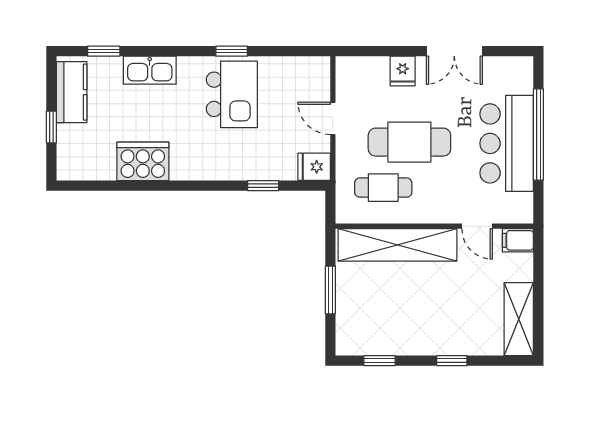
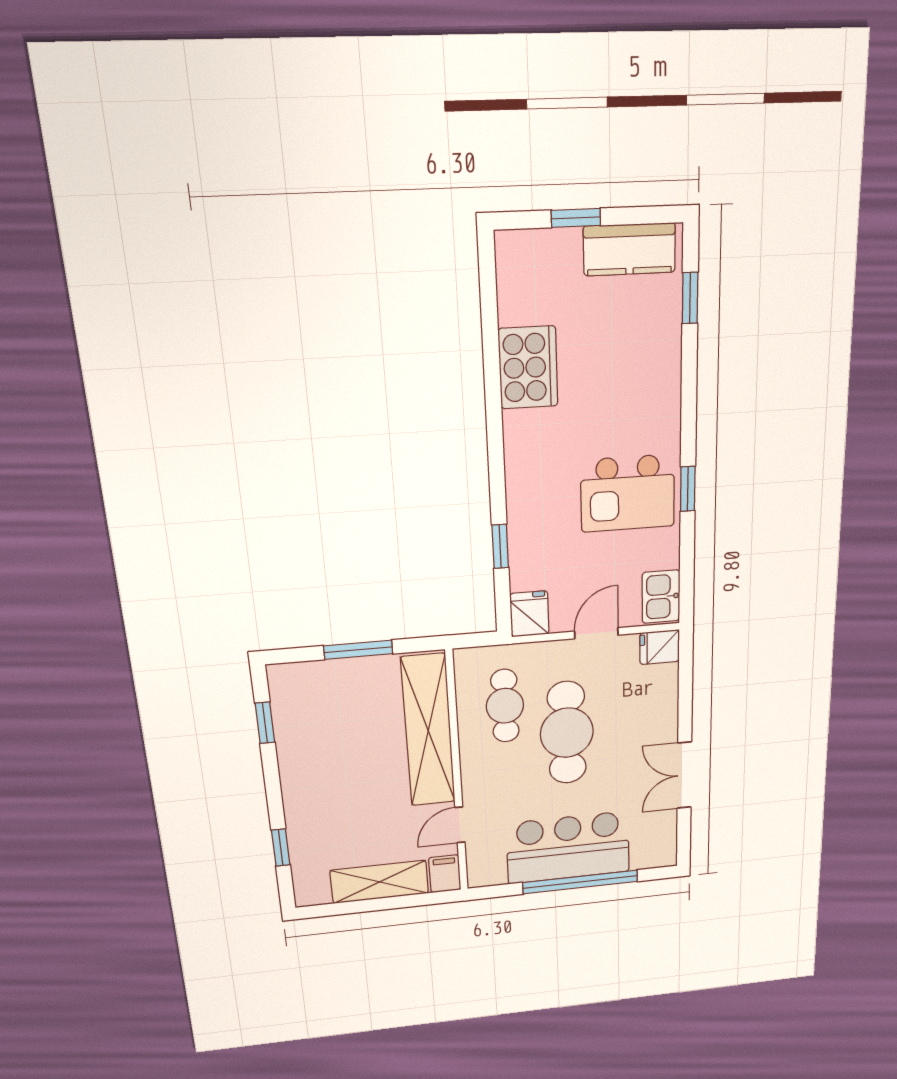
kitchen sink: (150, 70) -> (661, 597), moved, width x0.73
fridge: (403, 71) -> (660, 647), moved
shelving: (519, 319) -> (380, 882), moved
window: (452, 361) -> (281, 848), moved

